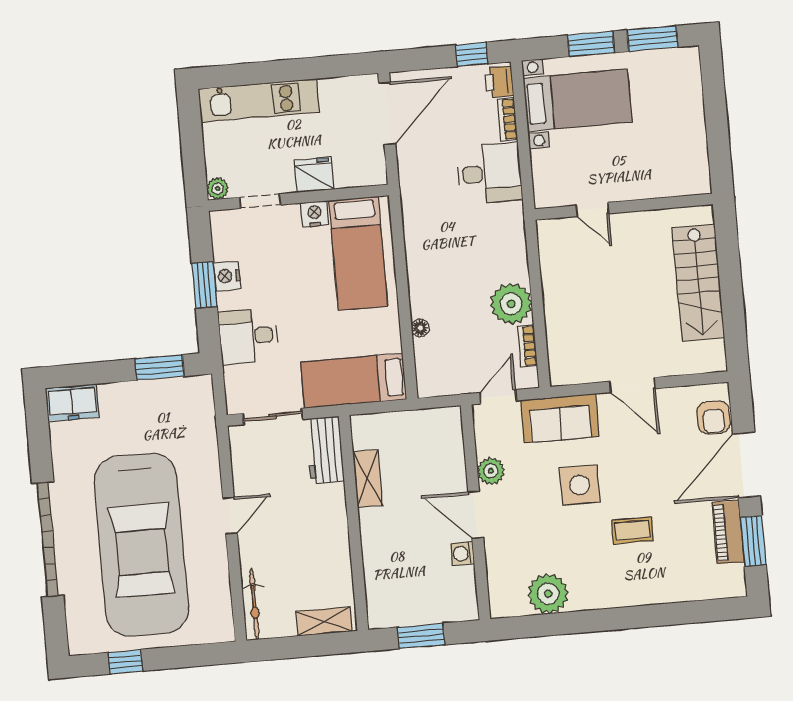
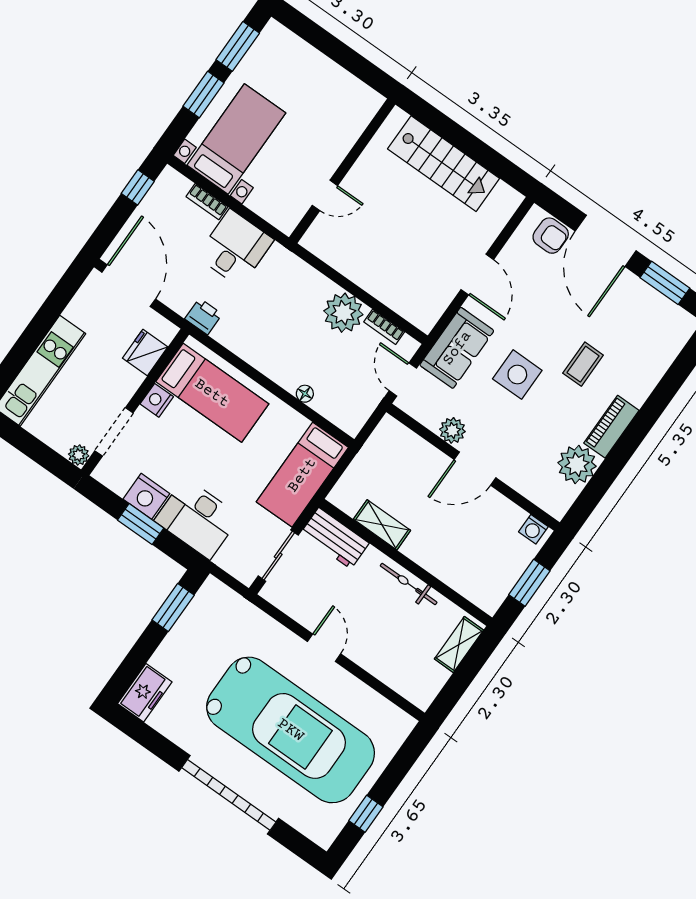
printer: (499, 82) -> (203, 317), moved, turned 180
fridge: (314, 175) -> (145, 352), moved
doorway: (260, 201) -> (114, 432), width x1.38
nightstand: (227, 276) -> (146, 496), width x1.36, depth x1.33
desk: (248, 336) -> (197, 518), width x1.37
door: (632, 385) -> (477, 275), hinge flipped
piano: (728, 532) -> (611, 427), moved, turned 90
washing machine: (462, 554) -> (533, 529), moved
bicycle: (254, 604) -> (409, 584), moved, turned 180

